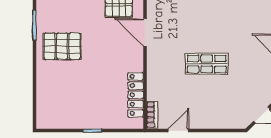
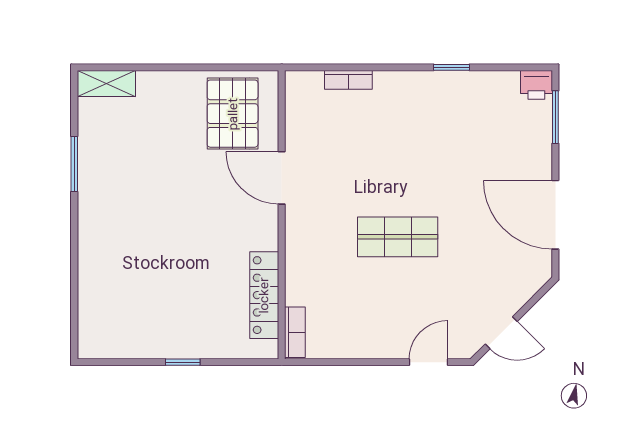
pallet: (62, 46) -> (126, 204), removed
door: (178, 131) -> (429, 362), moved

